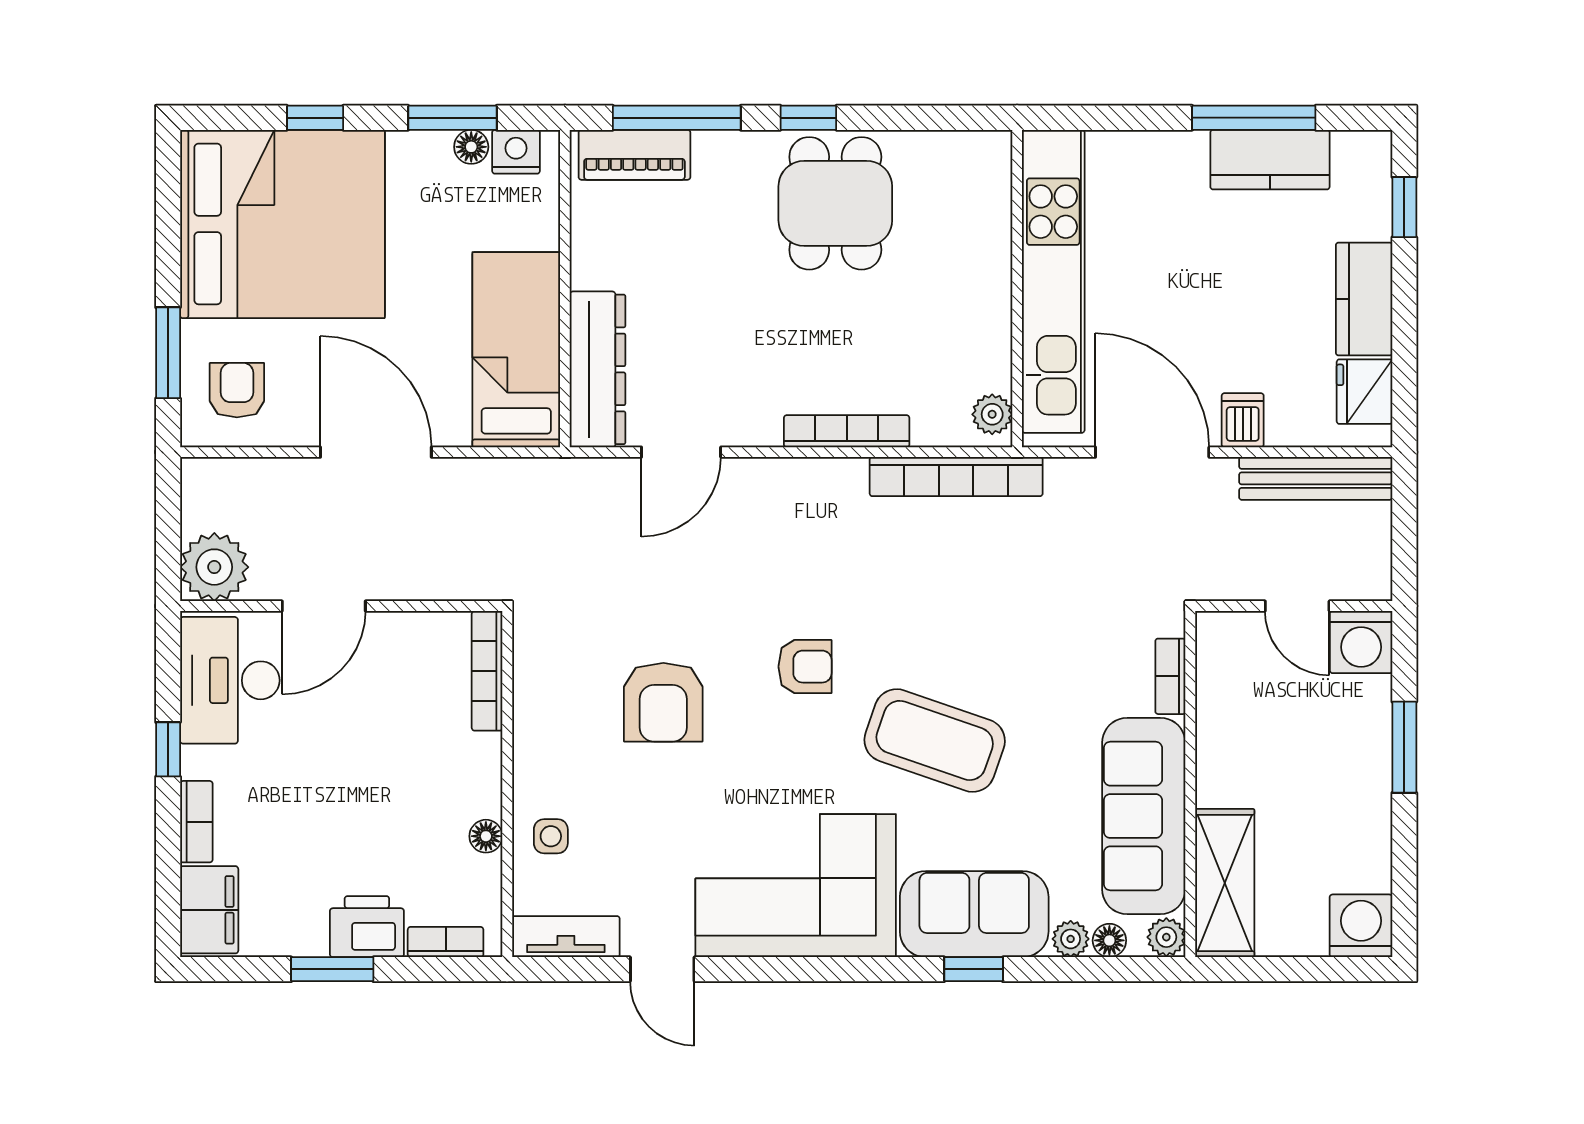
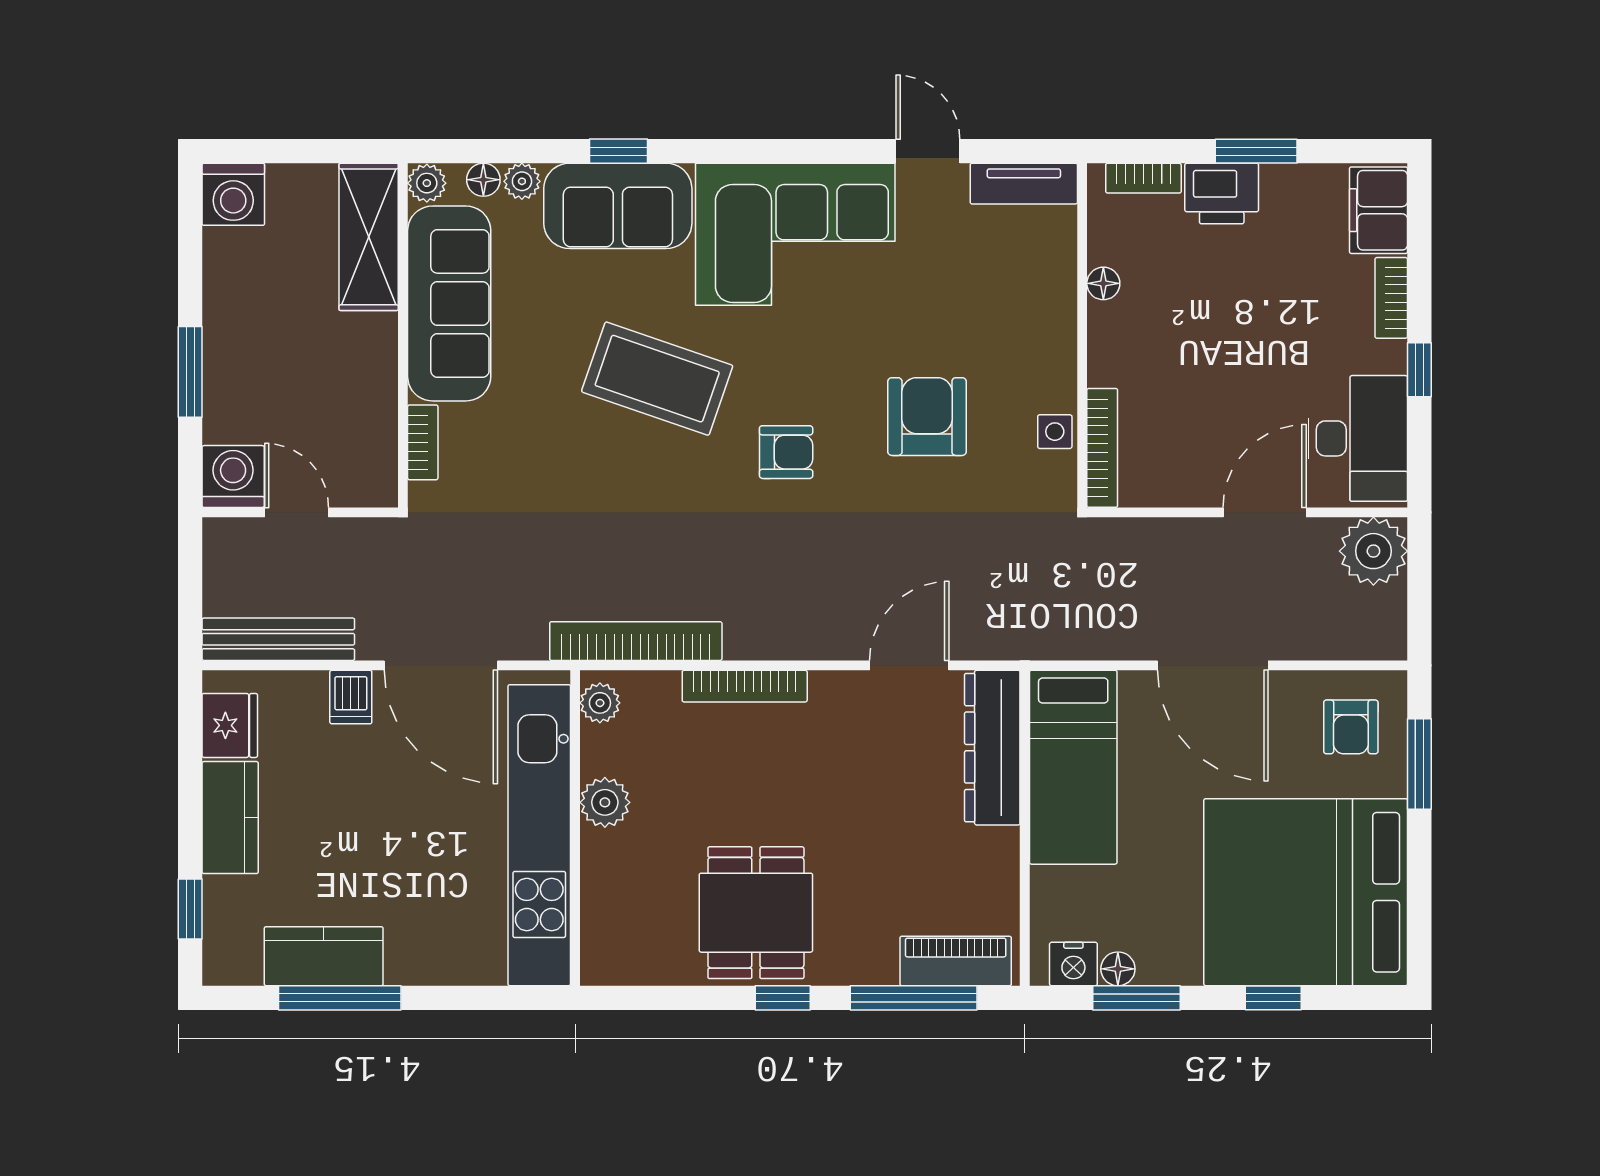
plant: (987, 314) -> (605, 802), added
armchair: (805, 667) -> (786, 452), turned 180
side table: (551, 836) -> (1055, 432), moved

